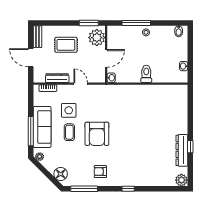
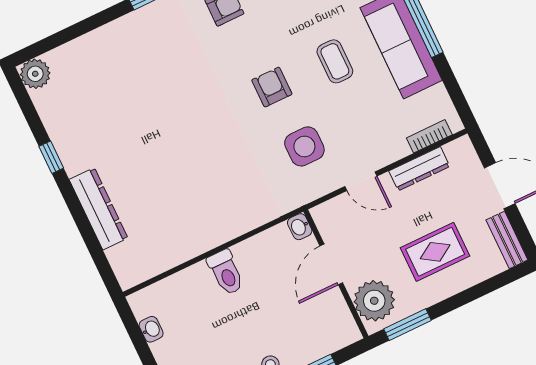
side table: (69, 110) -> (304, 146), moved
armchair: (97, 134) -> (272, 87), width x0.53, depth x0.53
dresser: (182, 150) -> (99, 209), moved

